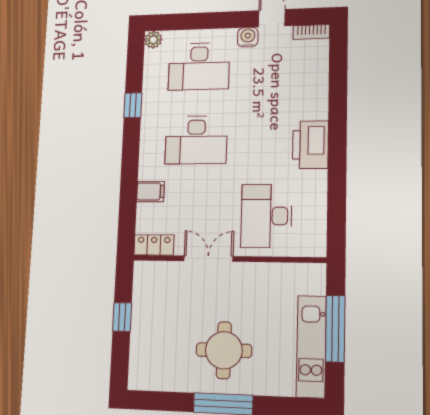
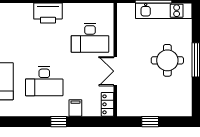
window: (133, 105) -> (59, 122), moved
desk: (196, 140) -> (44, 81), turned 90

